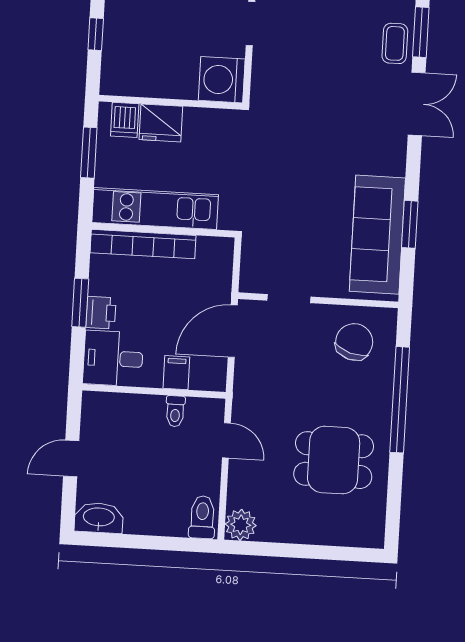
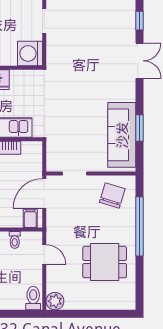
window: (421, 32) -> (140, 21), width x0.67
coffee table: (395, 43) -> (125, 28), removed
filing cabinet: (176, 373) -> (30, 218), moved

